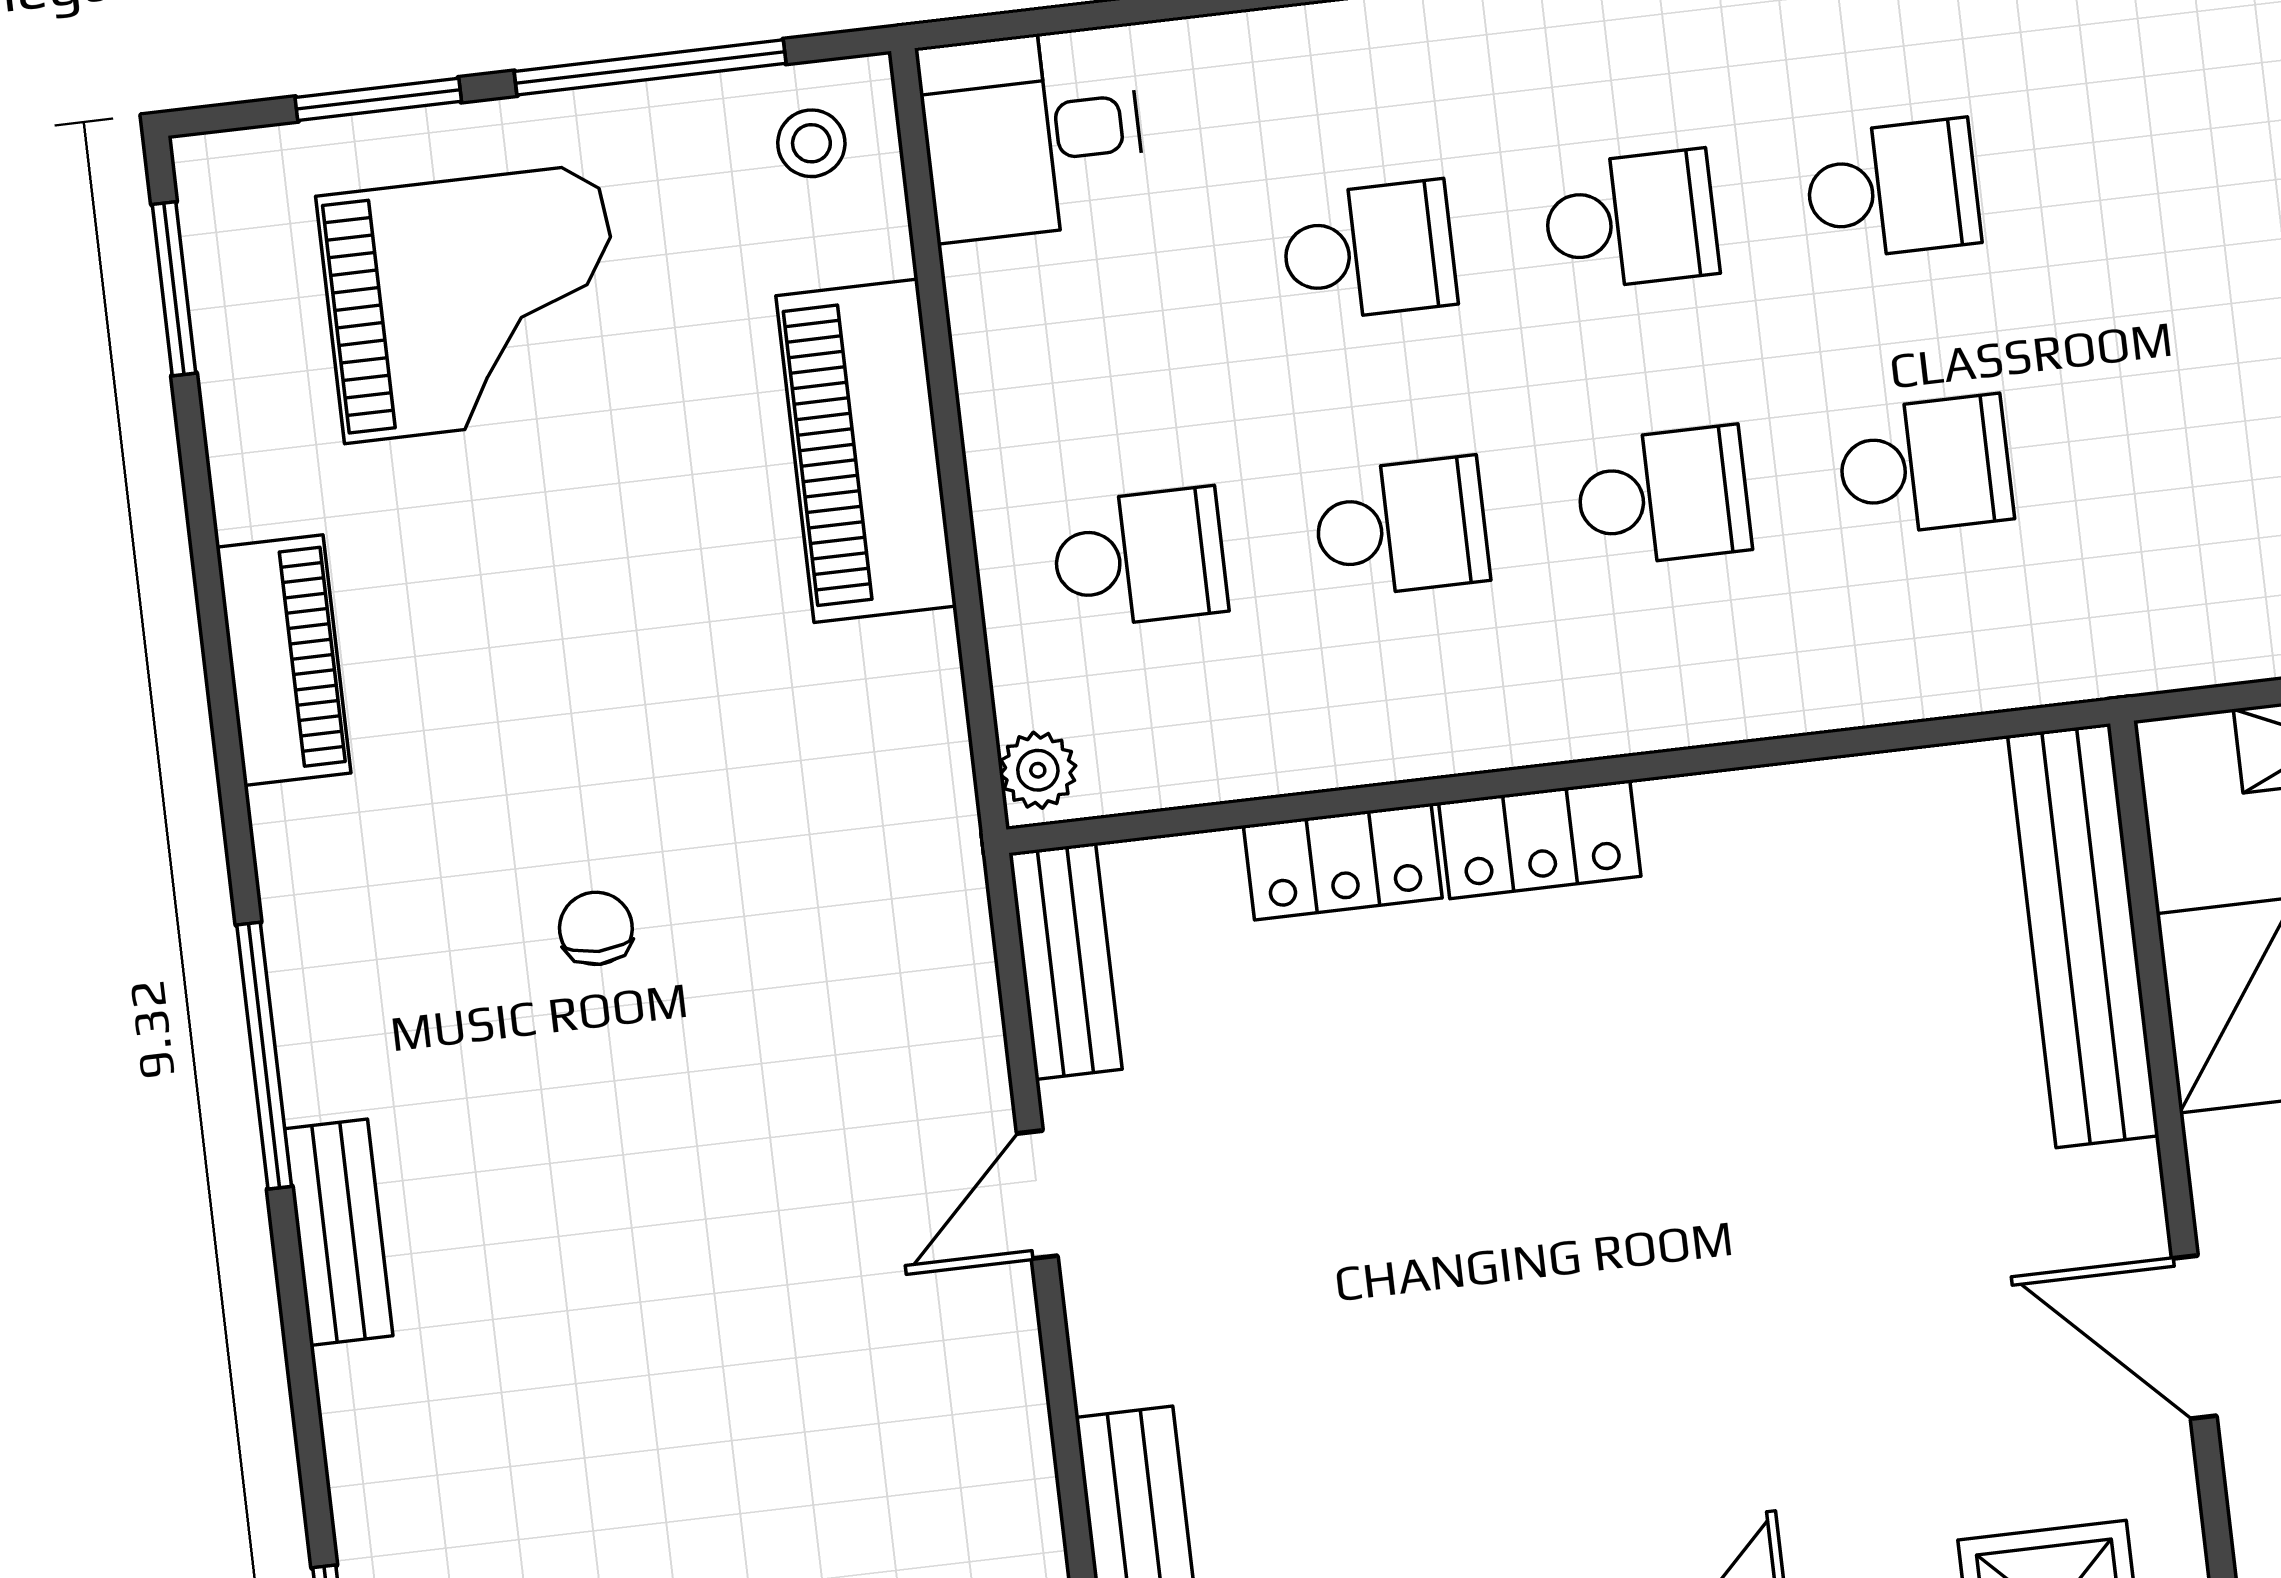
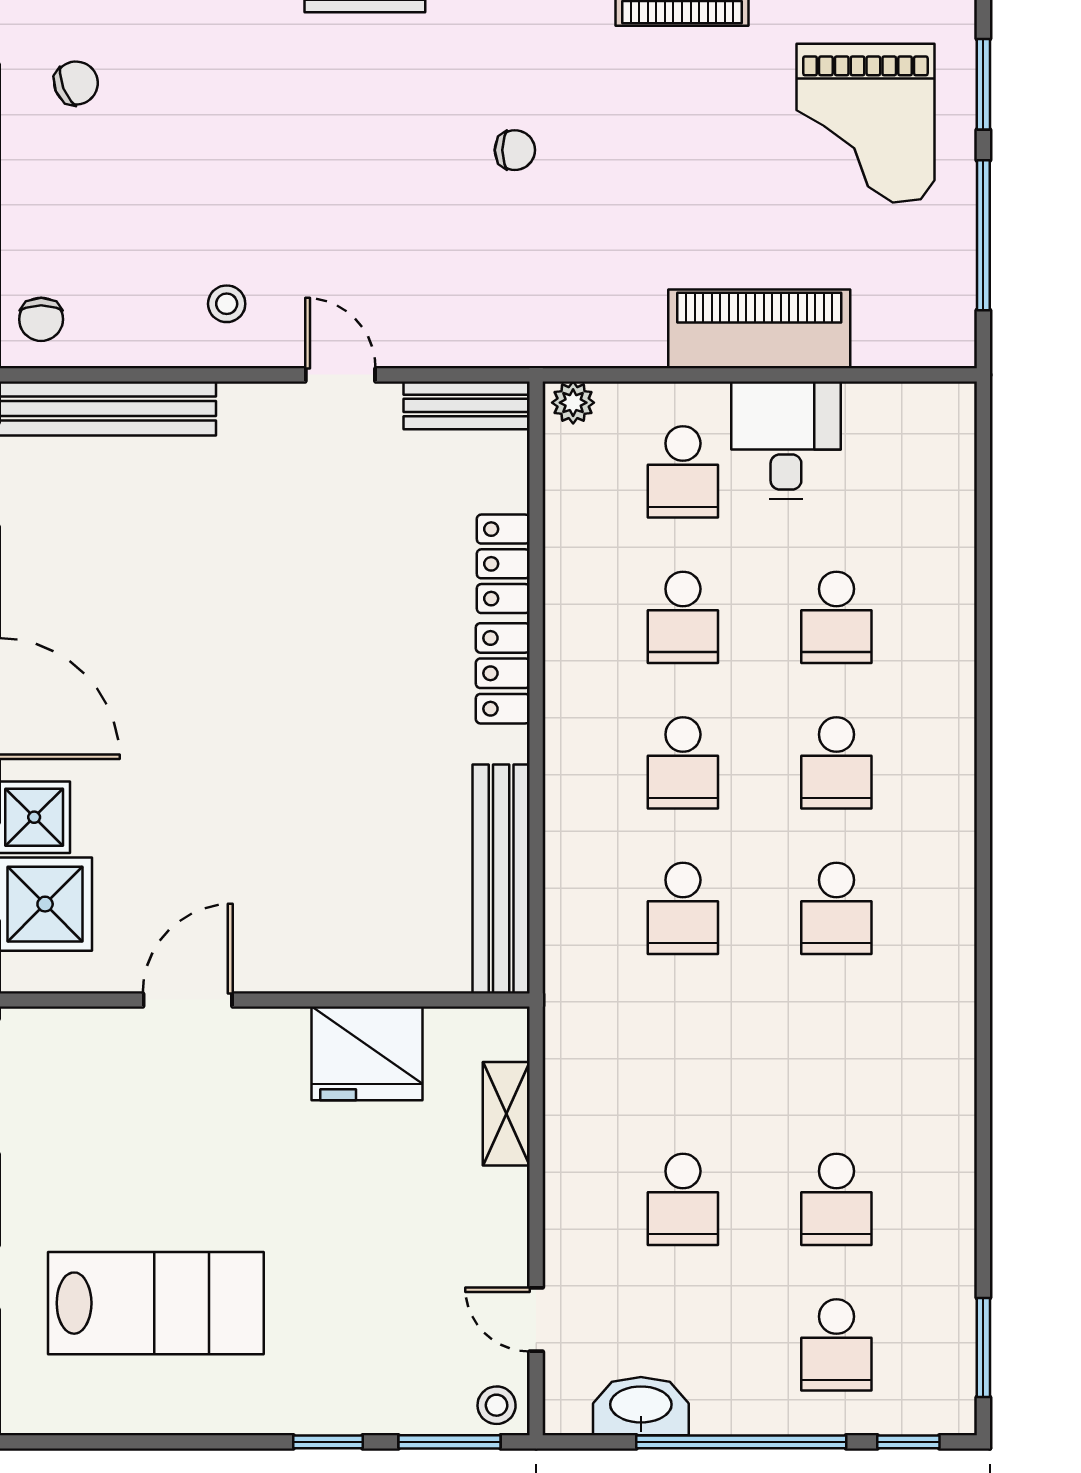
desk: (1032, 134) -> (786, 440), moved
stool: (811, 143) -> (227, 304), moved
bench: (2083, 936) -> (501, 879), moved, turned 90

